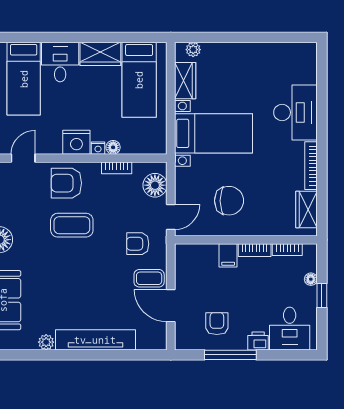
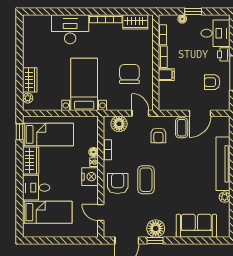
window: (143, 37) -> (20, 132), added
wardrobe: (185, 81) -> (30, 80), moved, turned 90
armchair: (66, 183) -> (118, 183), turned 180

